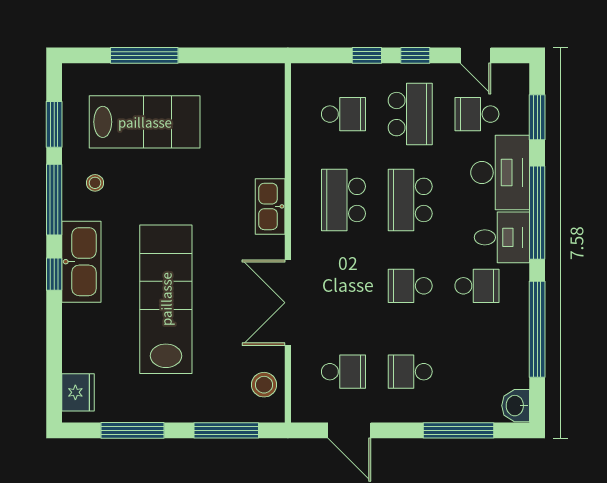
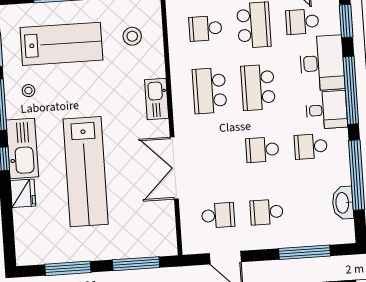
school desk: (343, 114) -> (205, 28), turned 180
school desk: (477, 286) -> (311, 146), turned 180
lab bench: (166, 299) -> (86, 172), turned 180
stool: (264, 385) -> (132, 36), moved
fridge: (78, 392) -> (23, 193), moved
washbasin: (516, 406) -> (343, 203), moved, width x1.38

